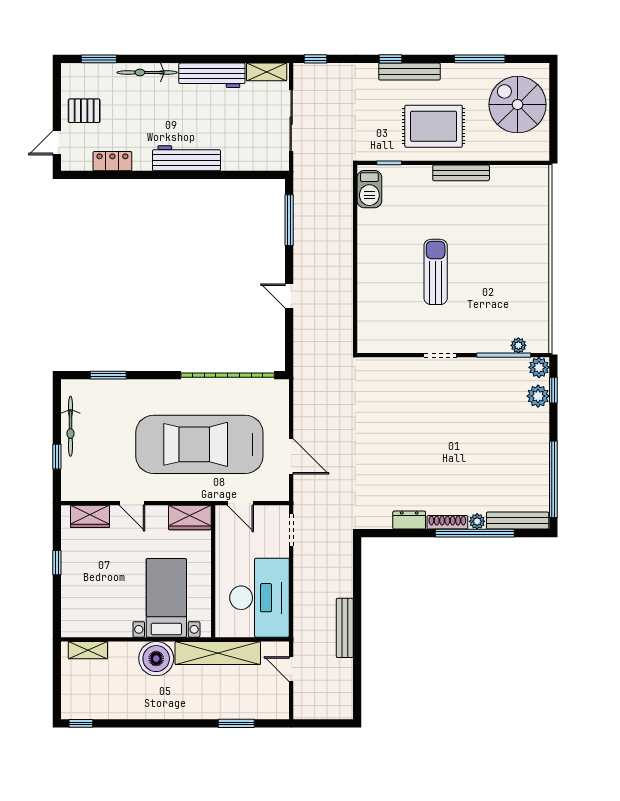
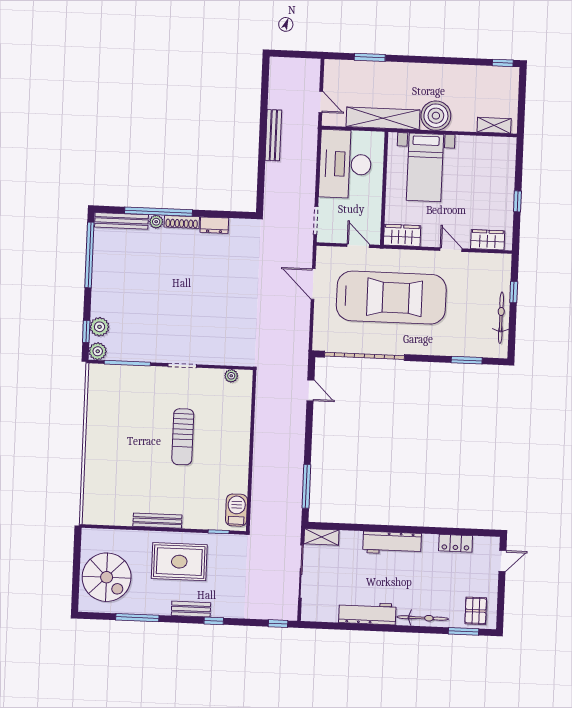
bench: (409, 71) -> (191, 609), width x0.73
shelving: (267, 72) -> (321, 537), moved
pallet: (84, 111) -> (476, 611), moved, turned 90
door: (289, 296) -> (310, 390), moved
plant: (518, 345) -> (231, 376), moved

